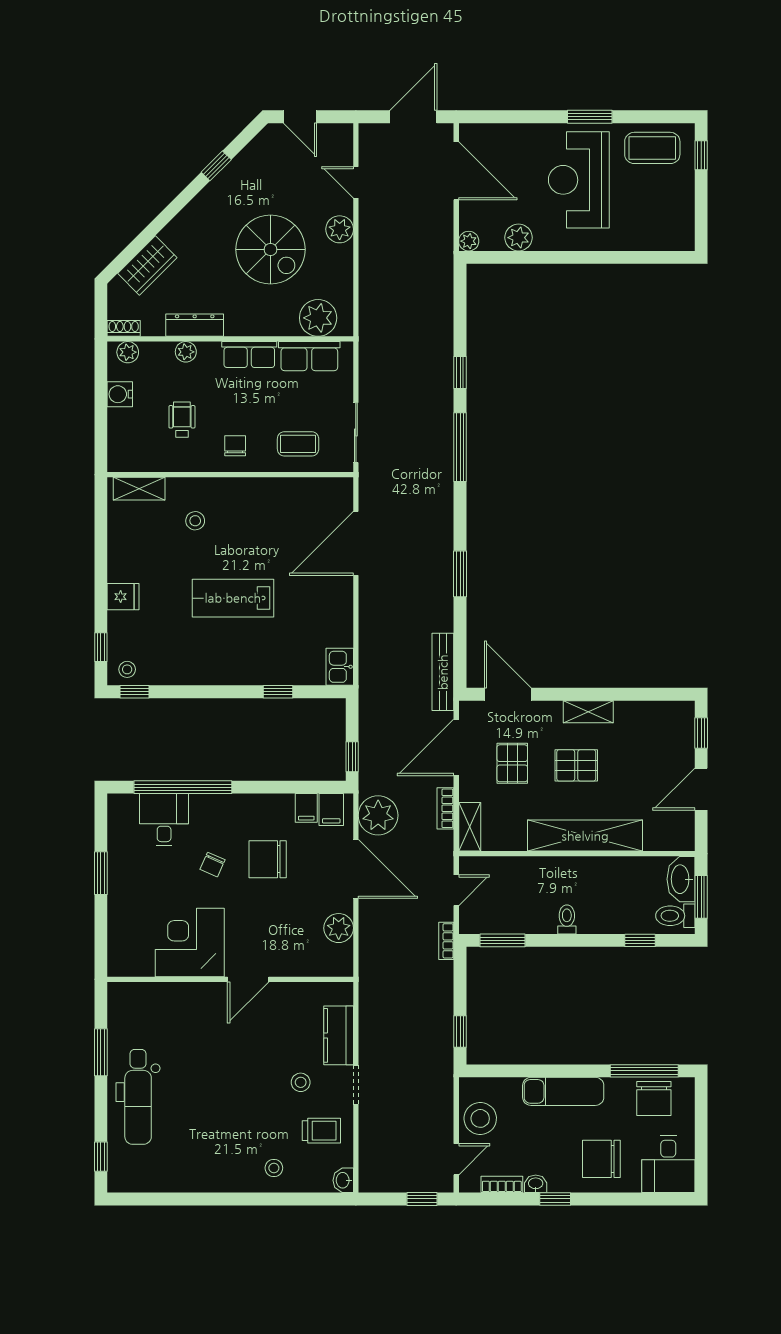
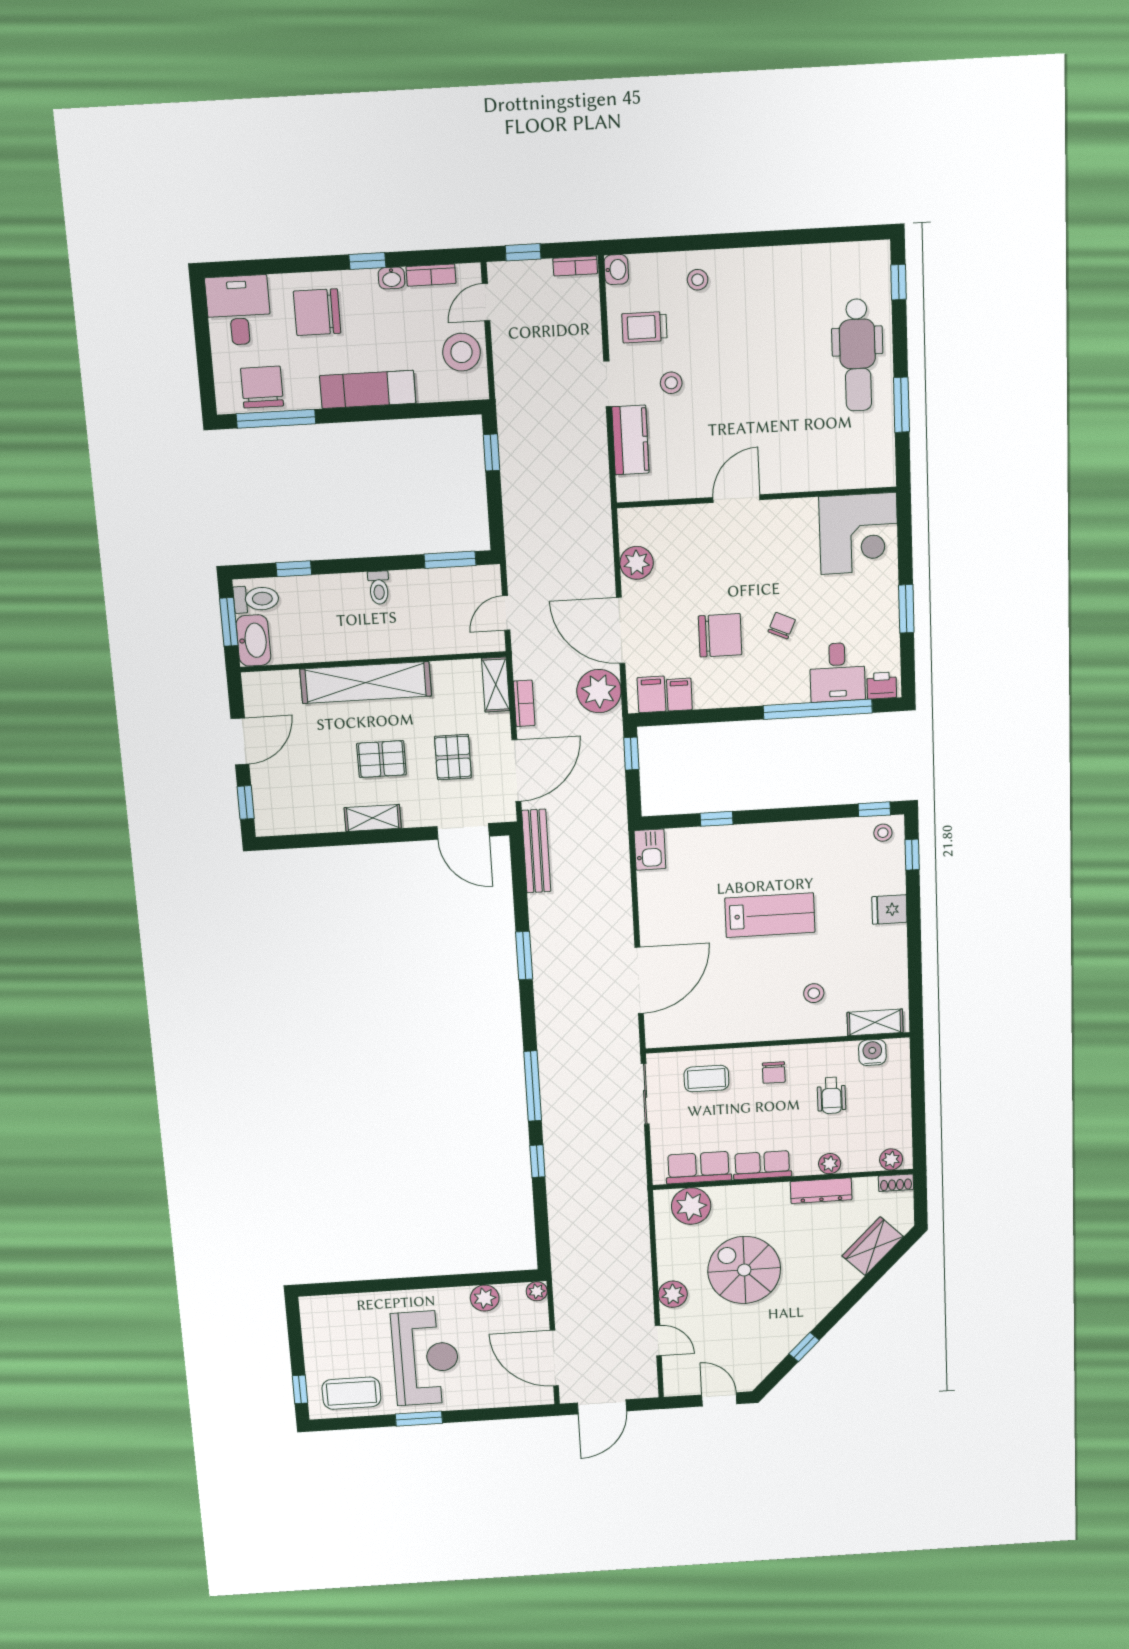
water cooler: (120, 394) -> (872, 1052), moved, turned -90
printer: (125, 805) -> (882, 685), added
bookcase: (446, 941) -> (575, 266), moved, turned 90
corner desk: (190, 942) -> (859, 534), moved
dental chair: (138, 1097) -> (858, 355), turned 180
chair: (601, 1159) -> (317, 312), turned 180

